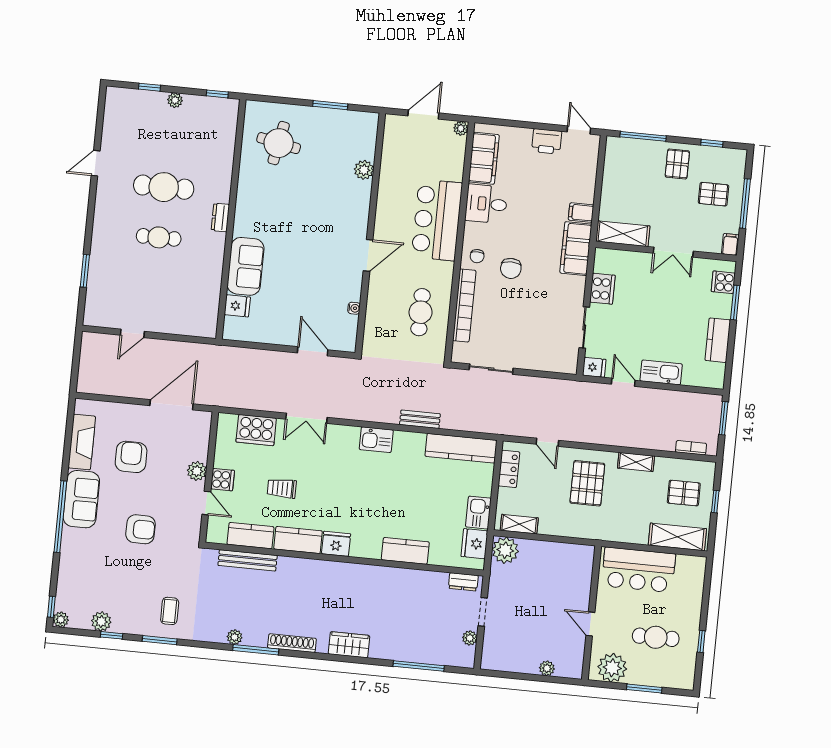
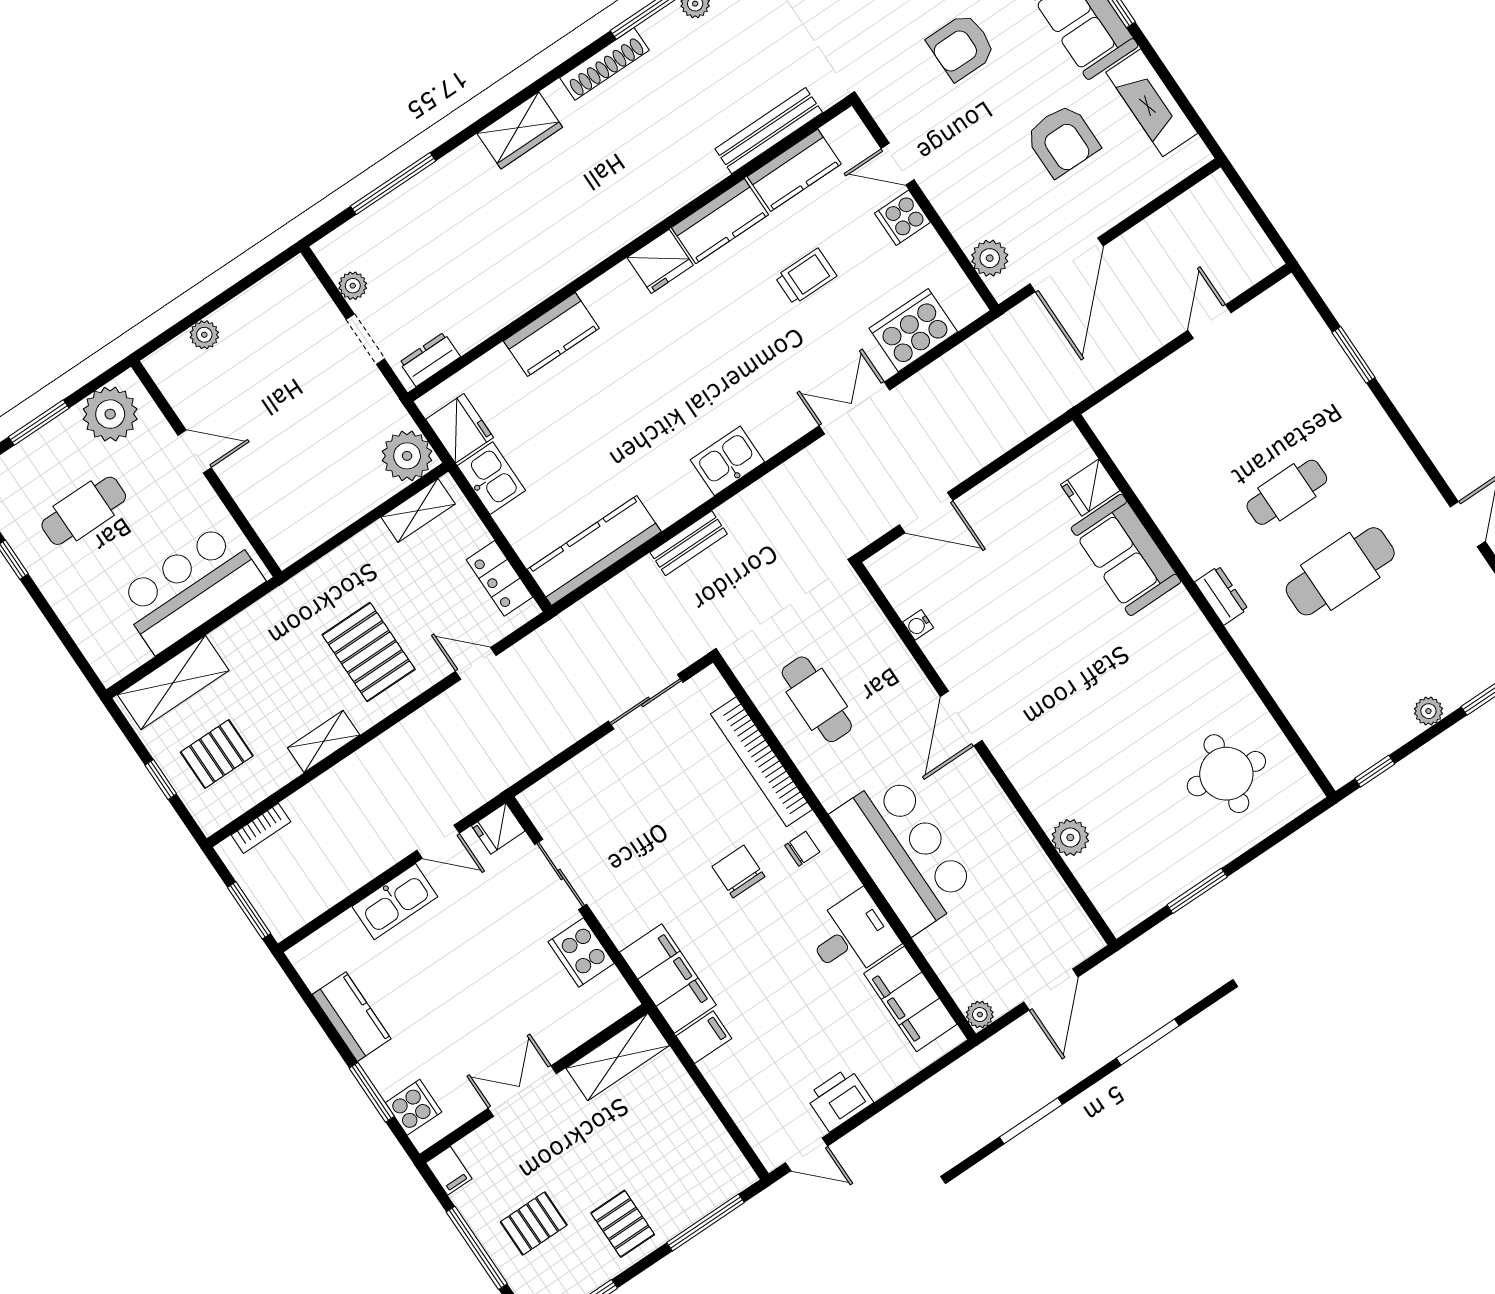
chair: (477, 256) -> (802, 849), turned 90
plant: (197, 471) -> (990, 258), moved

